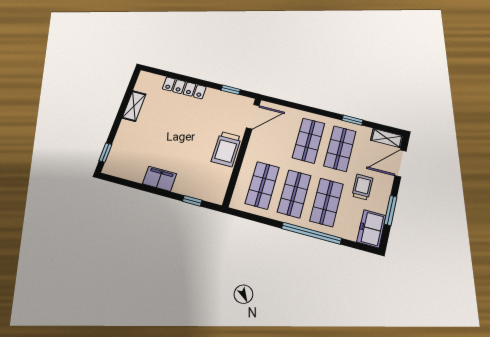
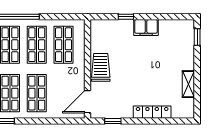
window: (192, 201) -> (126, 17), moved

